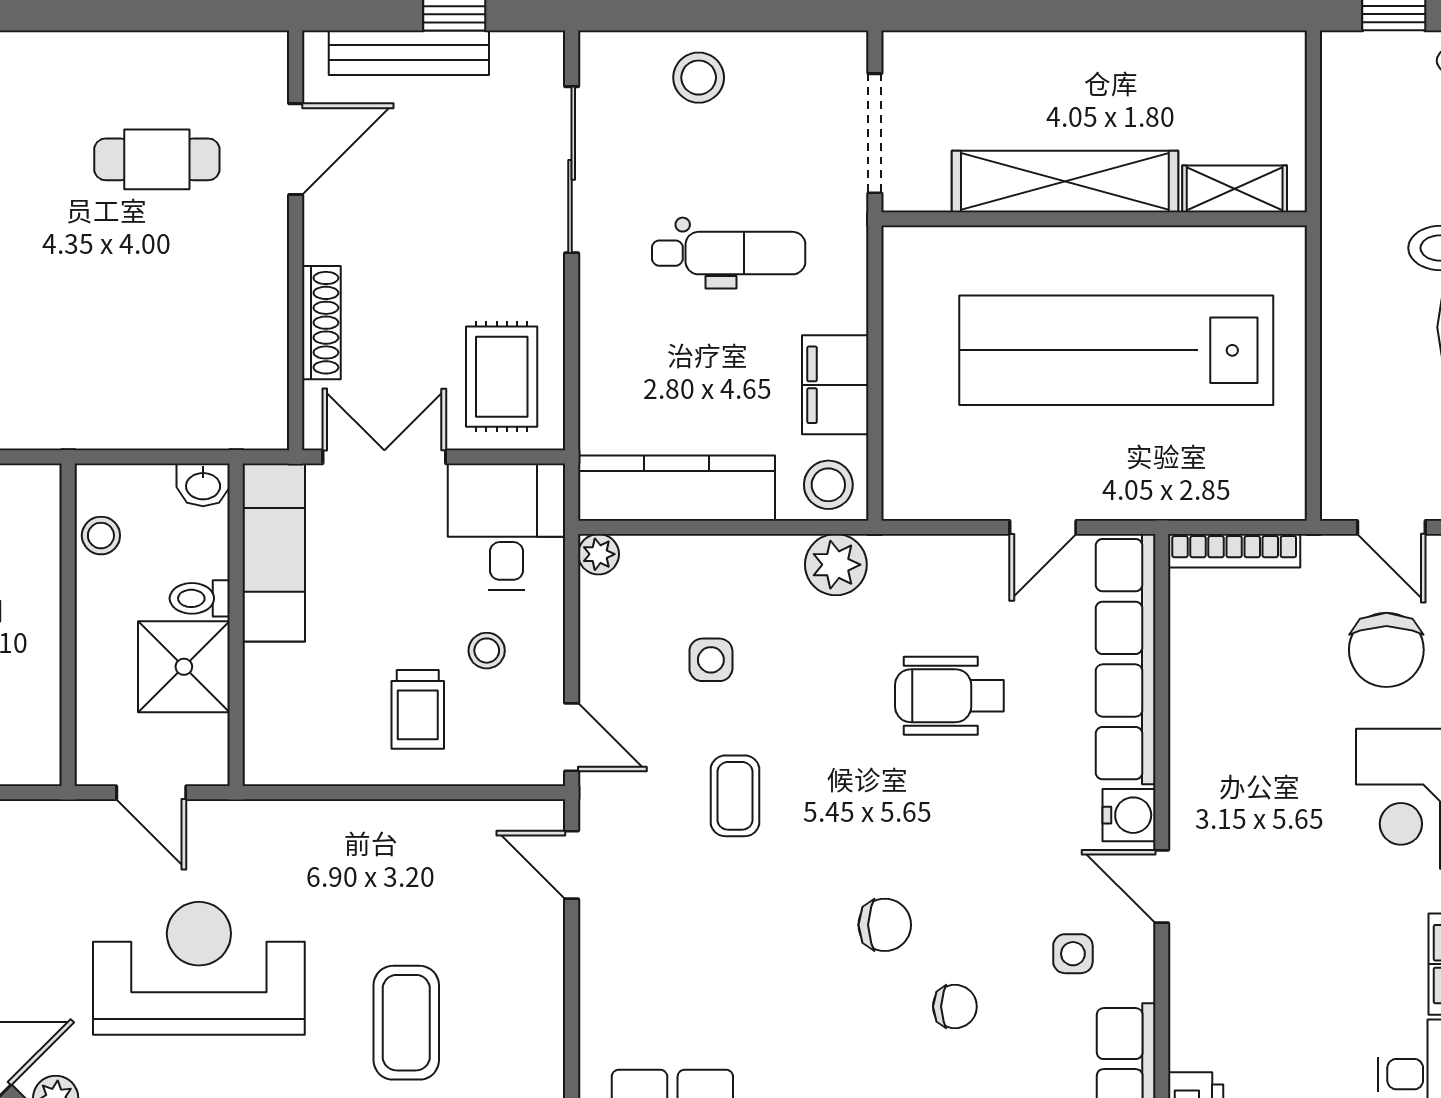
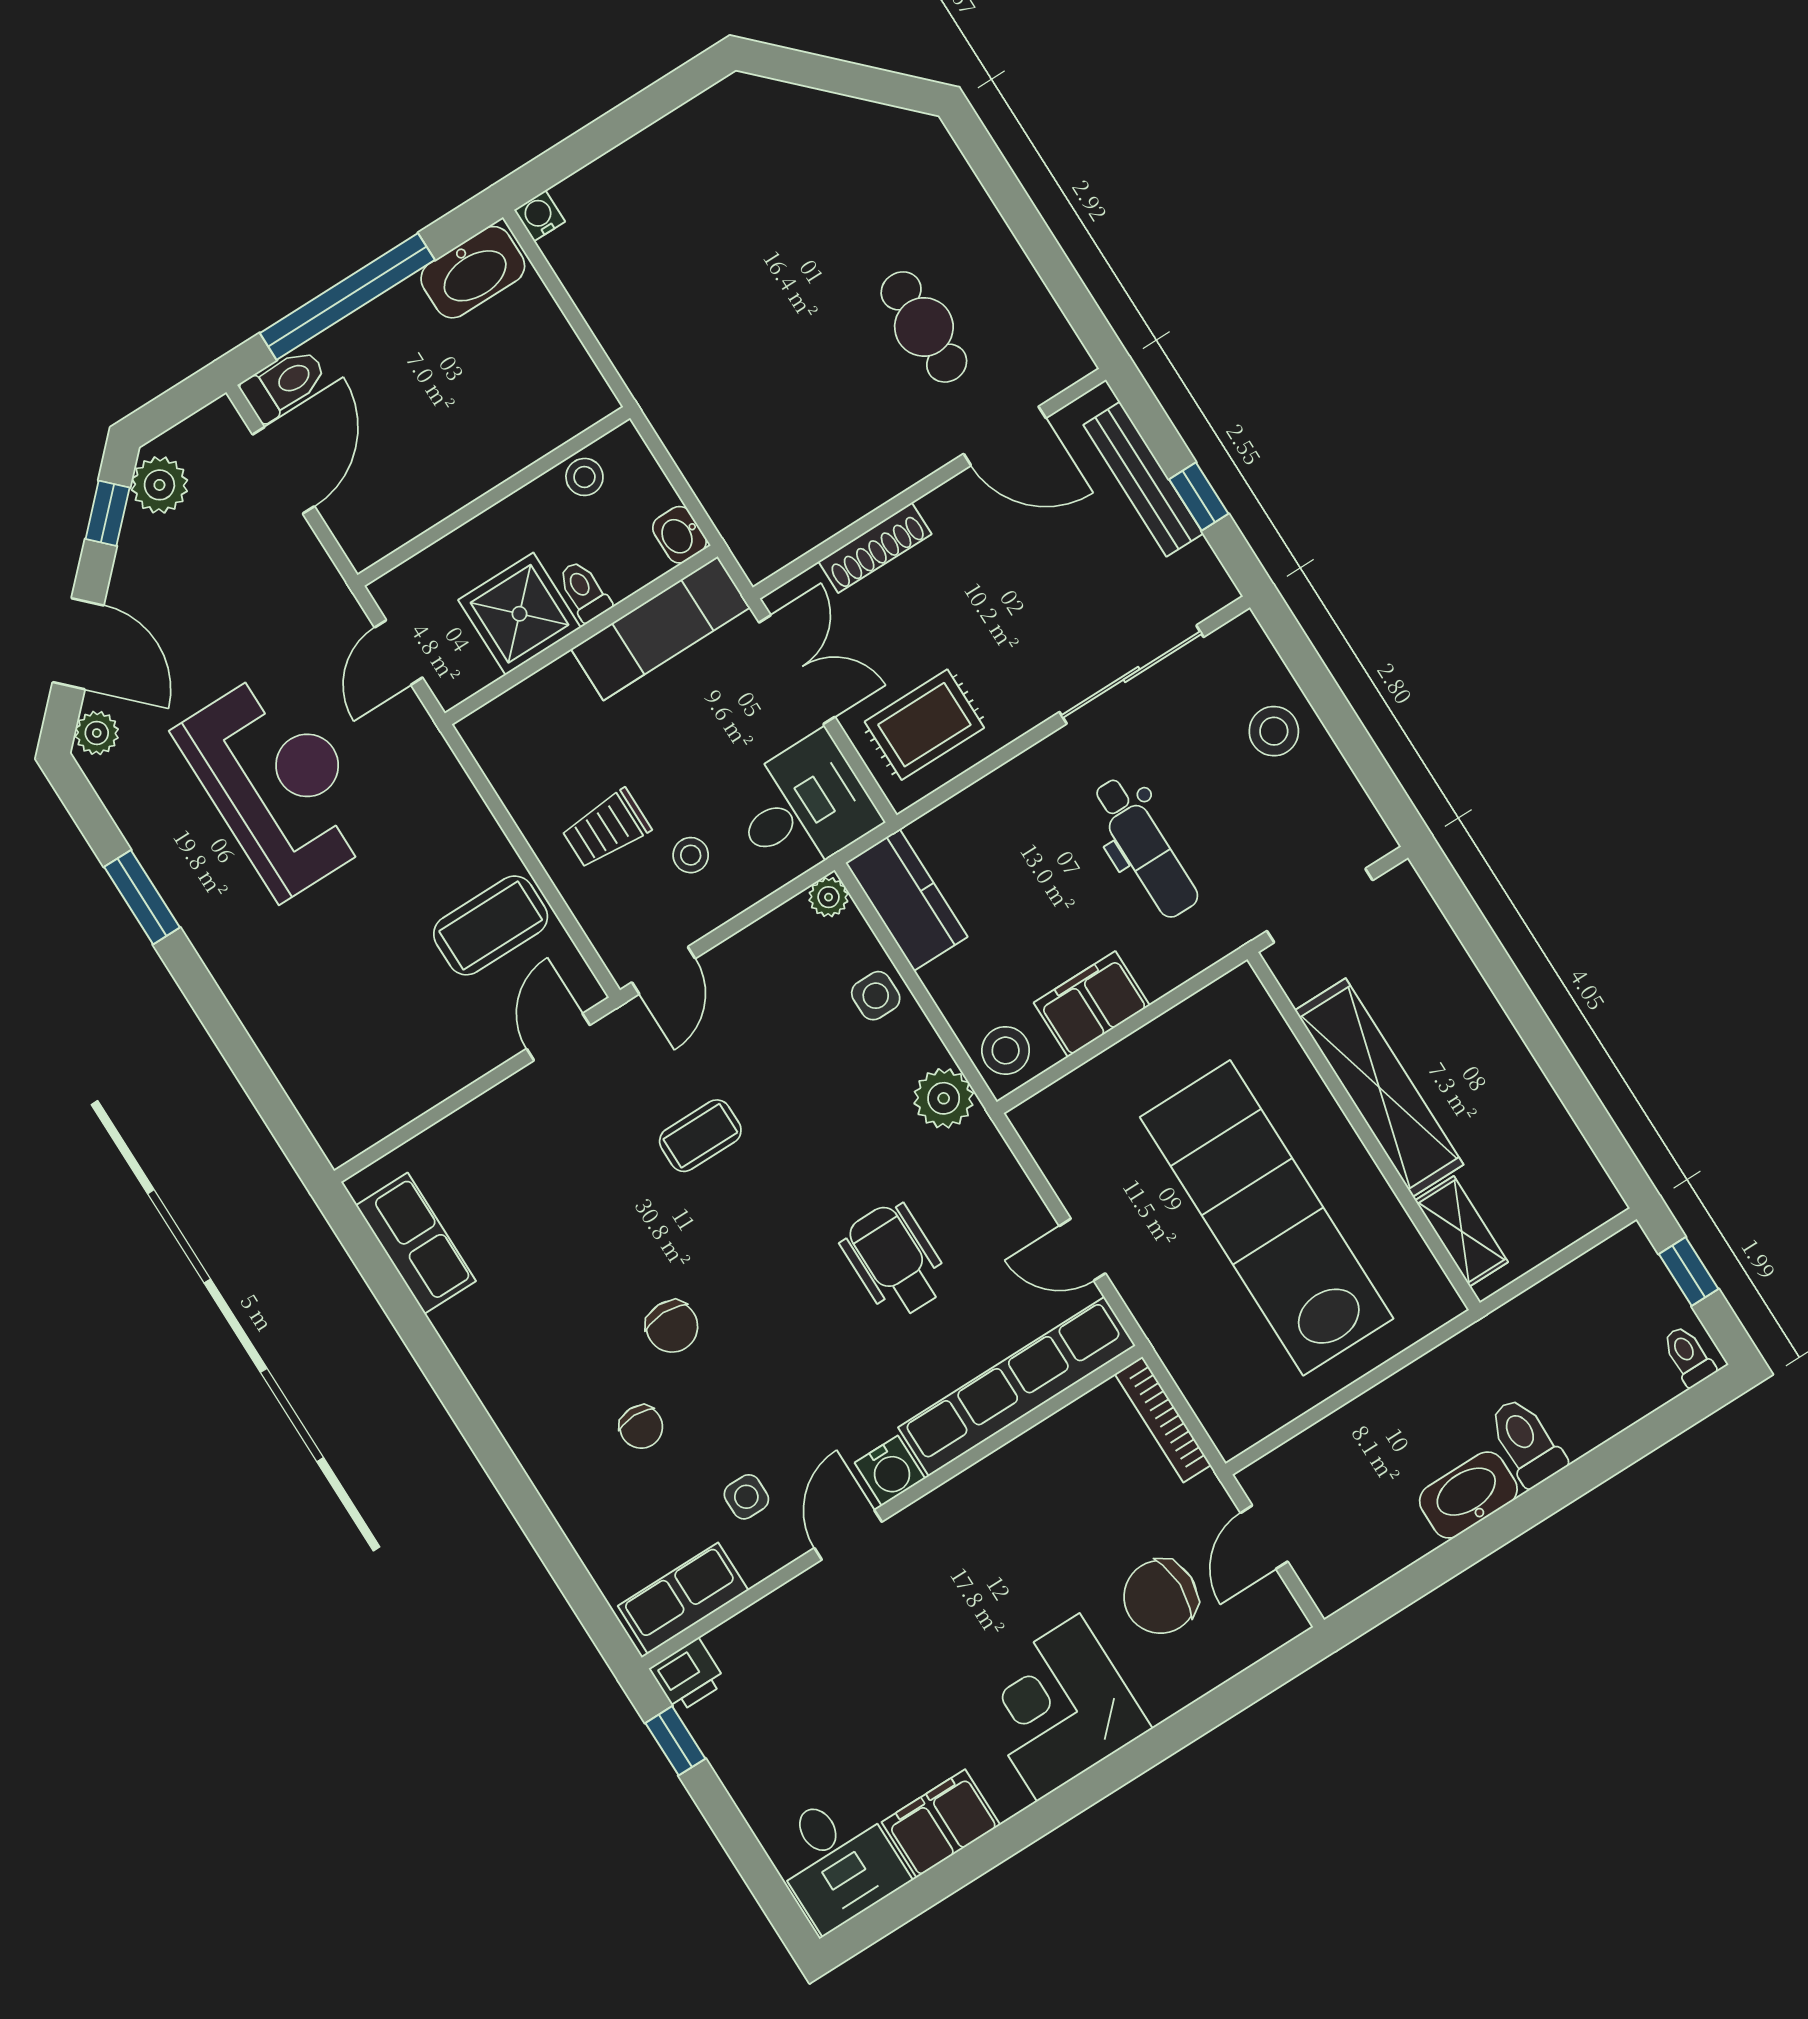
kitchen counter: (676, 488) -> (907, 900), width x0.67
side table: (711, 660) -> (876, 996), moved
coffee table: (406, 1023) -> (491, 925), moved

